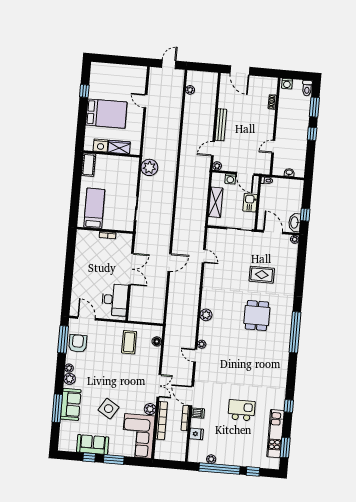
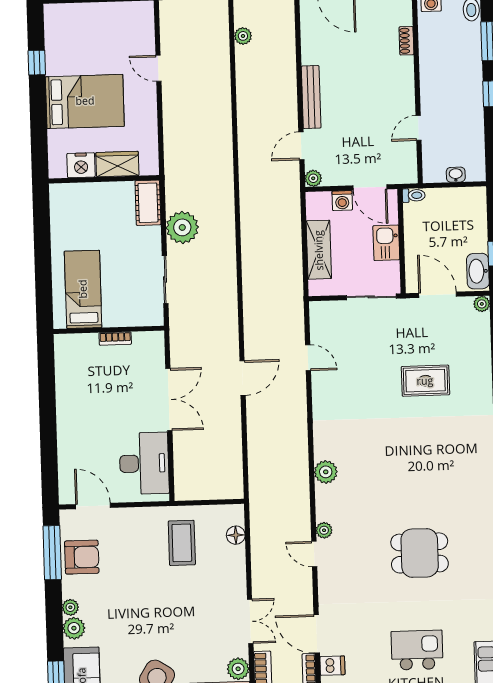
cot: (88, 165) -> (148, 203), moved
plant: (149, 167) -> (182, 227), moved
dining table: (257, 316) -> (420, 553), moved, turned 90
armchair: (78, 343) -> (82, 557), turned 90

